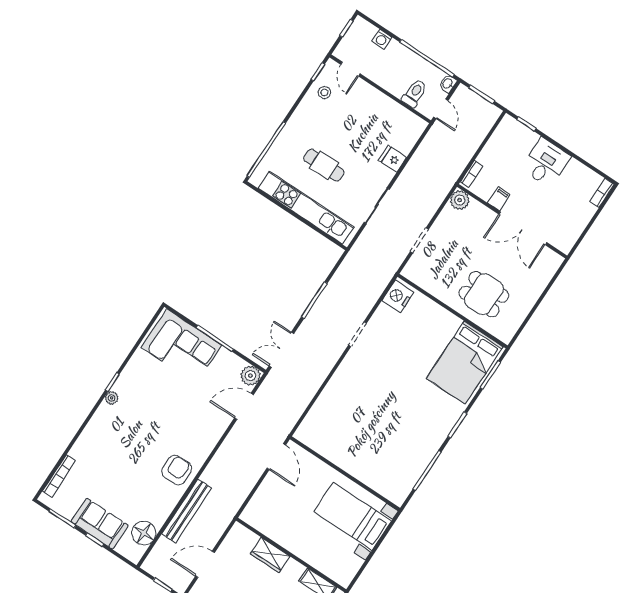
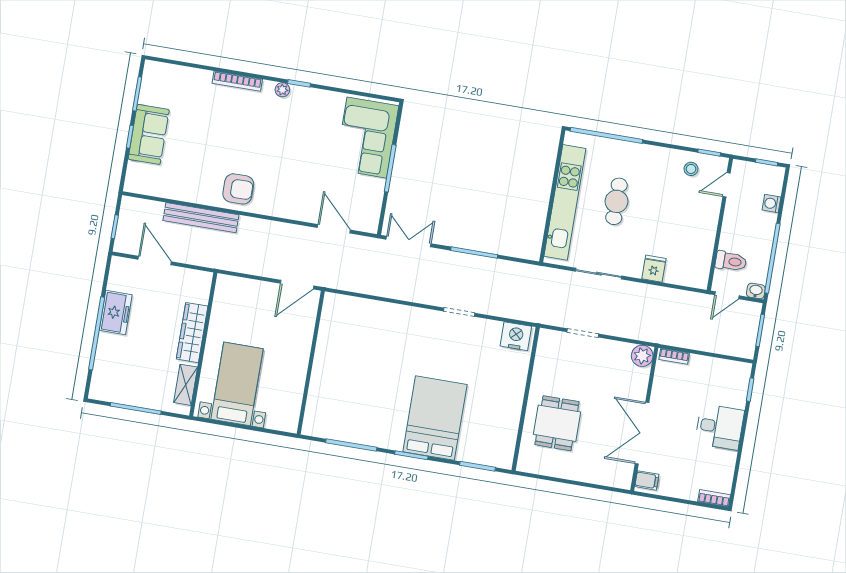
filing cabinet: (499, 199) -> (647, 480), moved
bed: (465, 363) -> (435, 418), moved, turned 90
plant: (250, 376) -> (368, 222), removed
bookcase: (59, 476) -> (237, 81), moved
bed with nightstands: (353, 516) -> (237, 384), moved
floor lamp: (144, 533) -> (159, 184), removed
wardrobe: (270, 555) -> (192, 333), width x1.50

